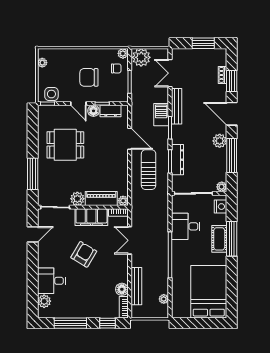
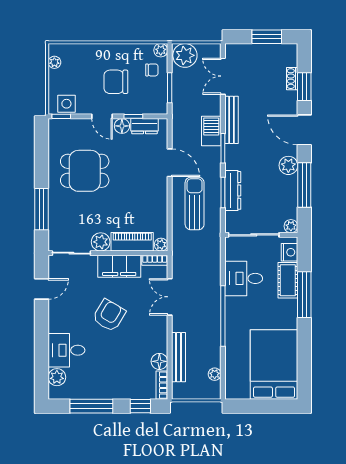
cot: (219, 239) -> (288, 280), moved

